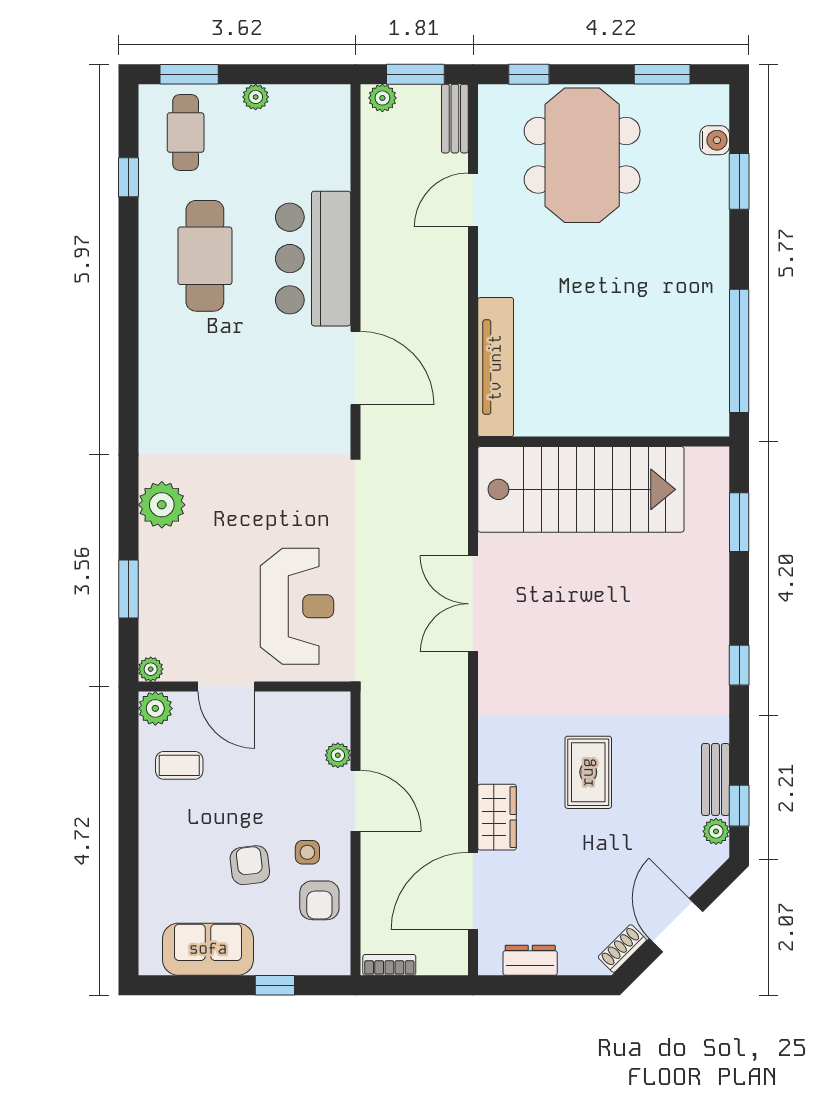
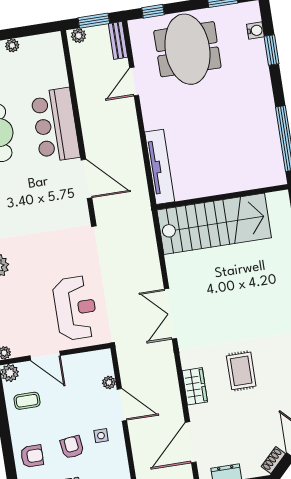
double door: (473, 604) -> (170, 314), moved
wardrobe: (497, 817) -> (195, 386), moved
armchair: (319, 900) -> (32, 456), moved, turned -90

